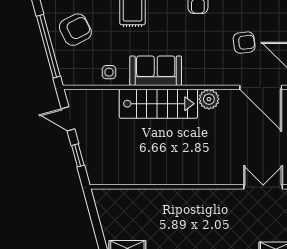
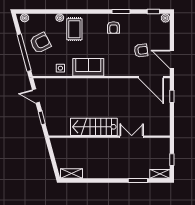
plant: (209, 99) -> (120, 84), removed
stairs: (158, 104) -> (94, 127), moved, turned 180
double door: (263, 187) -> (132, 137), moved

